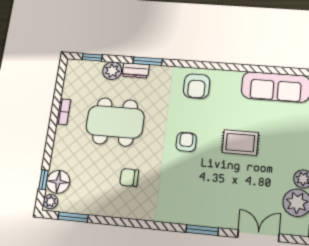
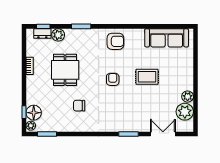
dresser: (136, 70) -> (42, 33), moved
armchair: (197, 86) -> (115, 41), turned -90
dining table: (115, 122) -> (65, 70), width x0.73

